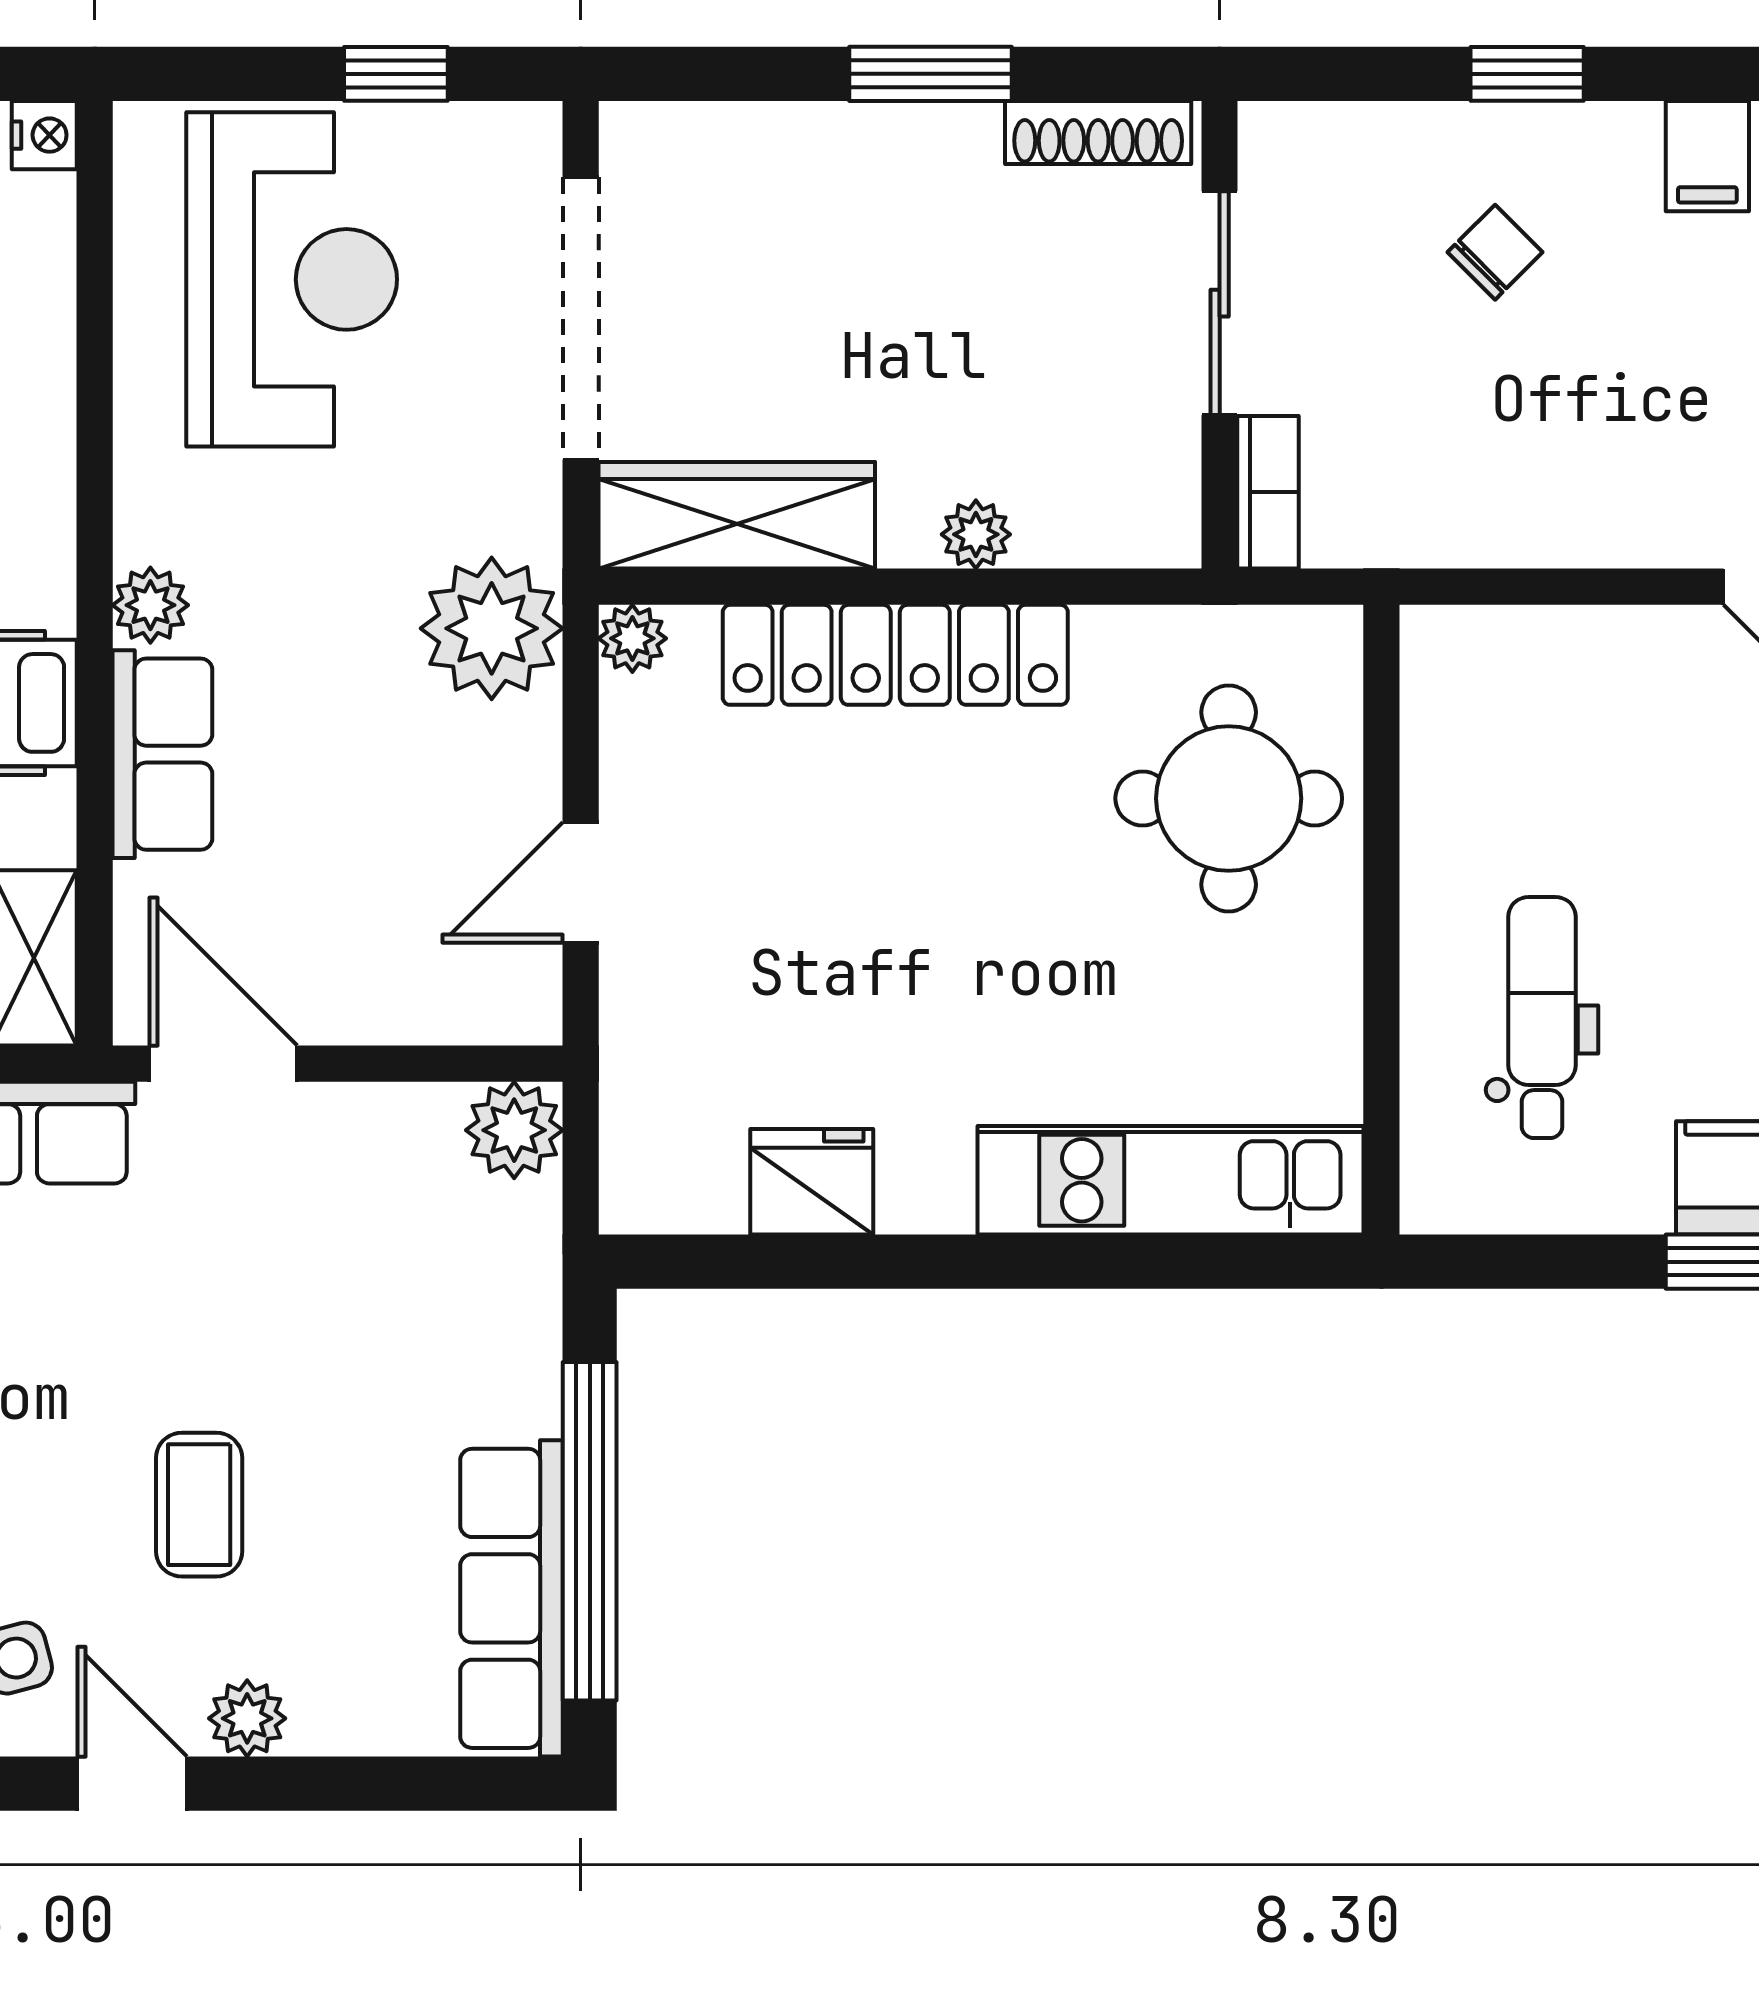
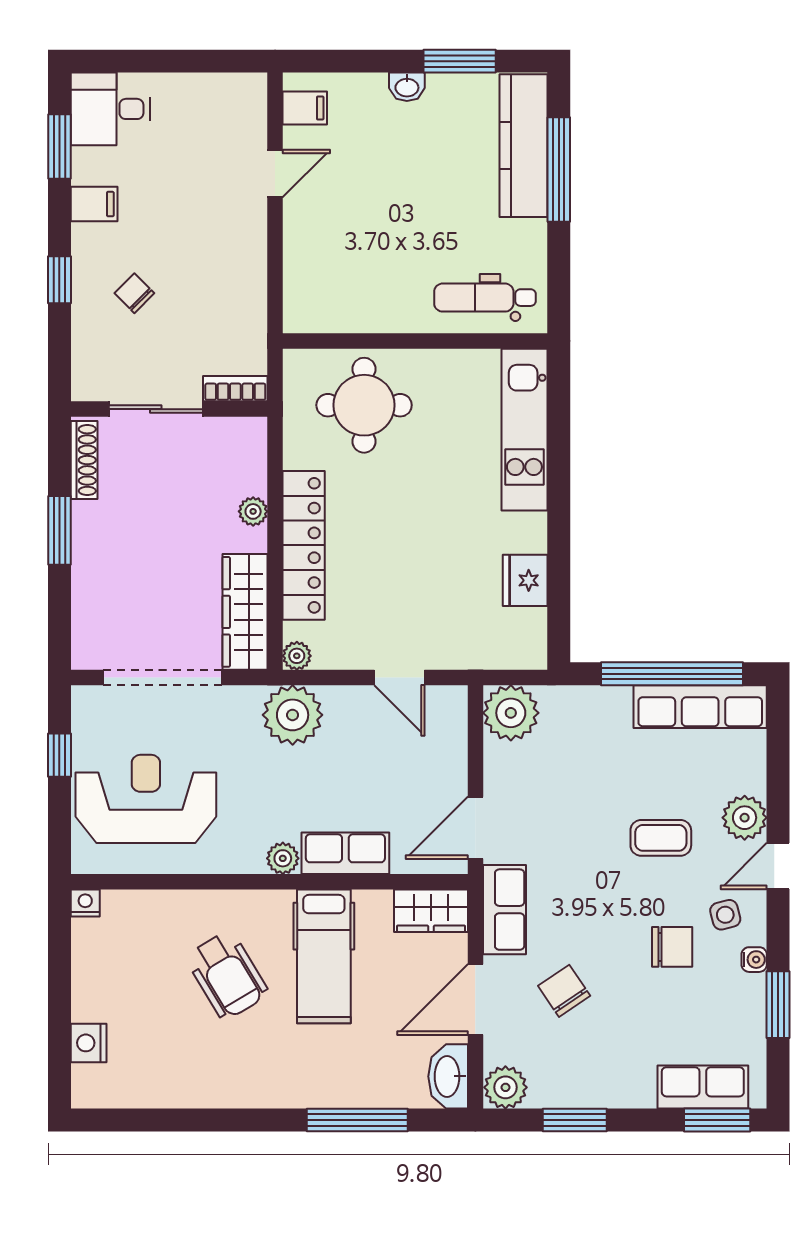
dental chair: (1542, 1018) -> (485, 298), moved
plant: (514, 1130) -> (511, 713), width x1.36, depth x1.36
plant: (247, 1718) -> (745, 818), width x1.38, depth x1.38

